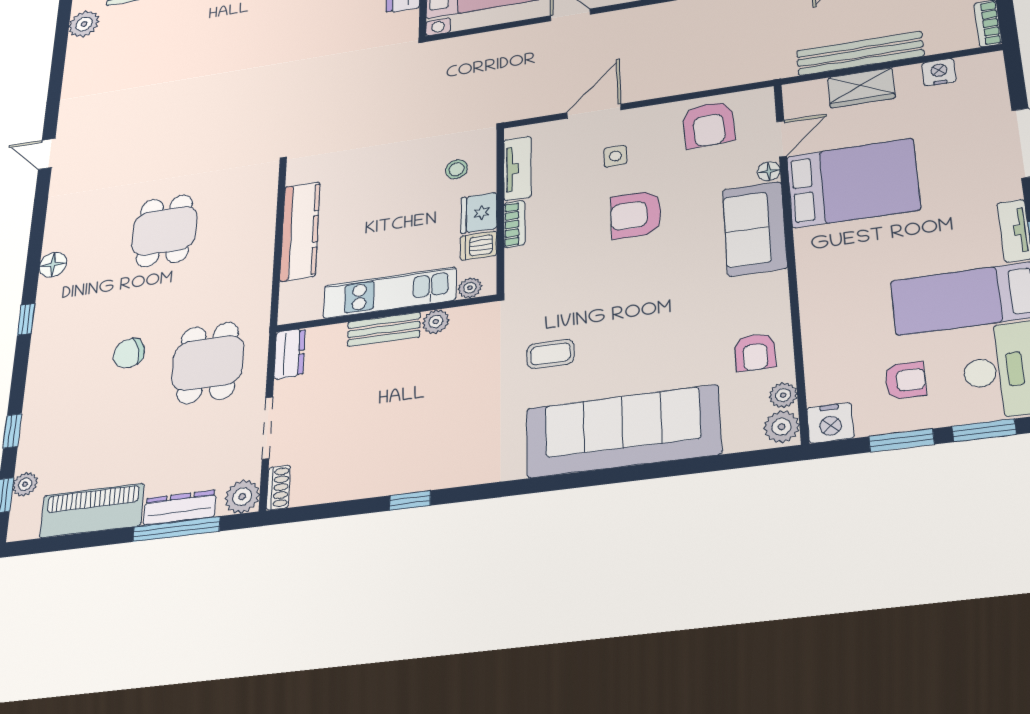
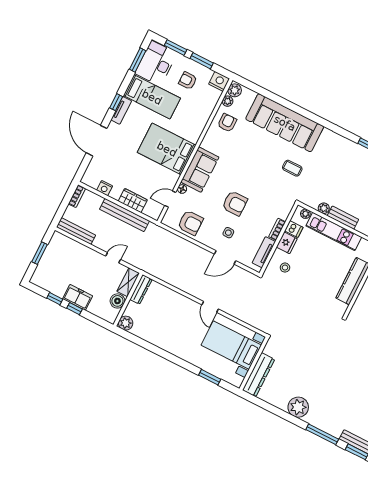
armchair: (708, 124) -> (190, 223), turned 93
bed: (853, 183) -> (167, 149), moved

